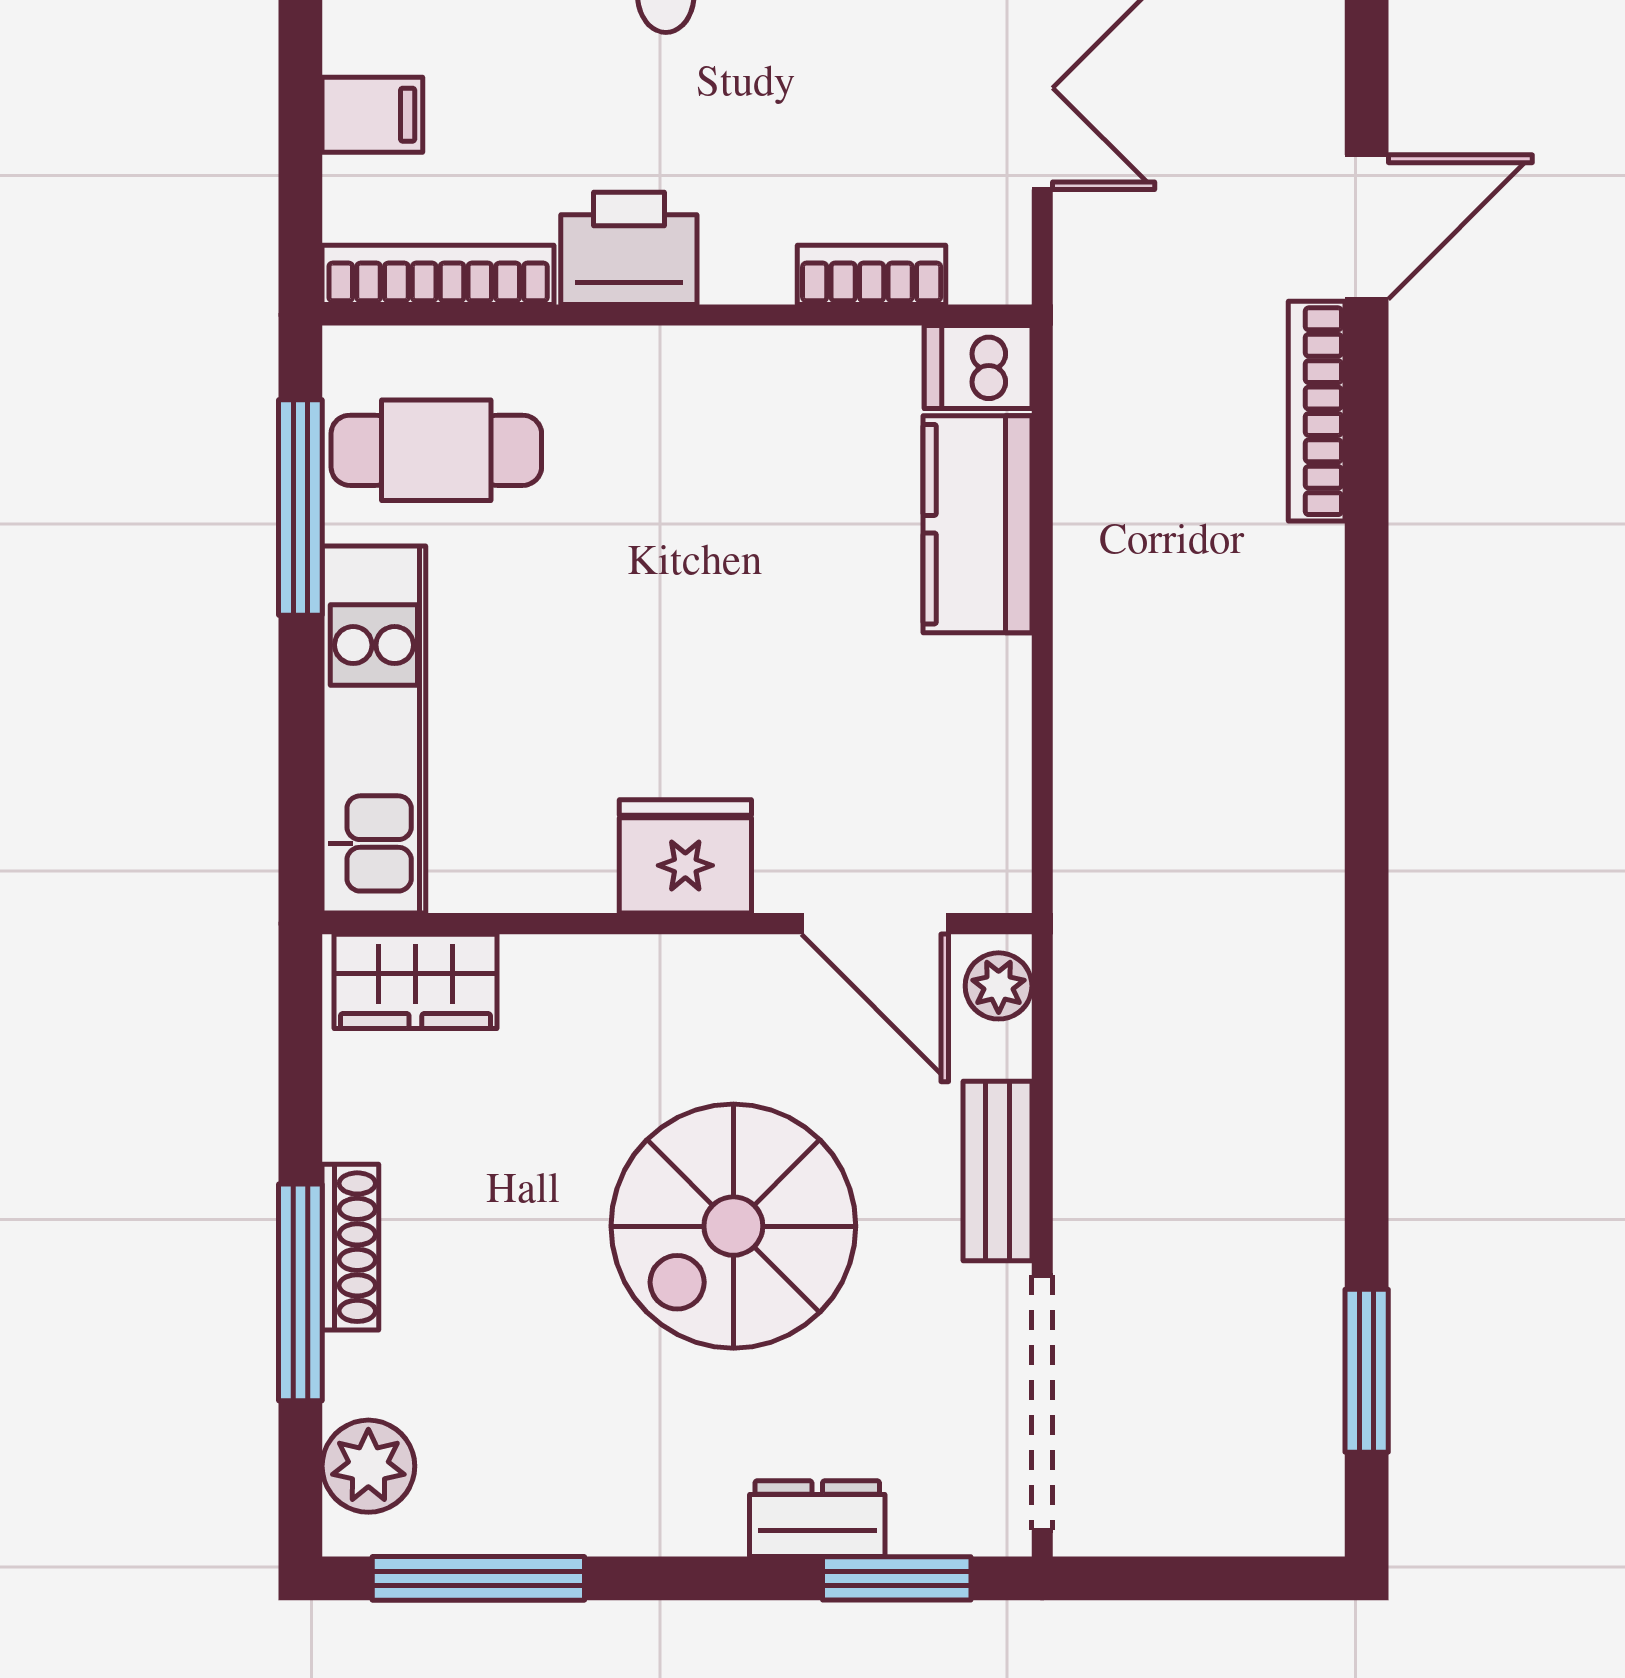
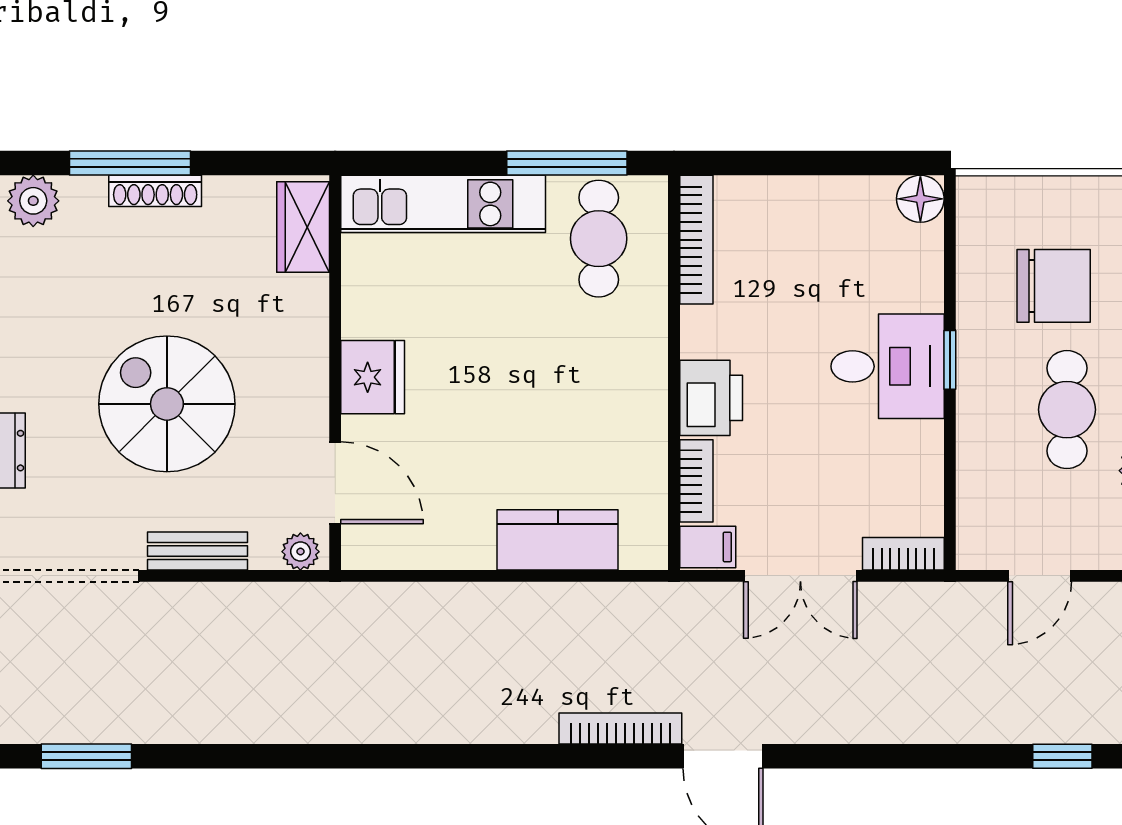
filing cabinet: (372, 115) -> (708, 547), moved, turned -90
printer: (629, 248) -> (711, 398), moved
dishwasher: (978, 367) -> (645, 540), removed
door: (875, 924) -> (335, 483), swing flipped

